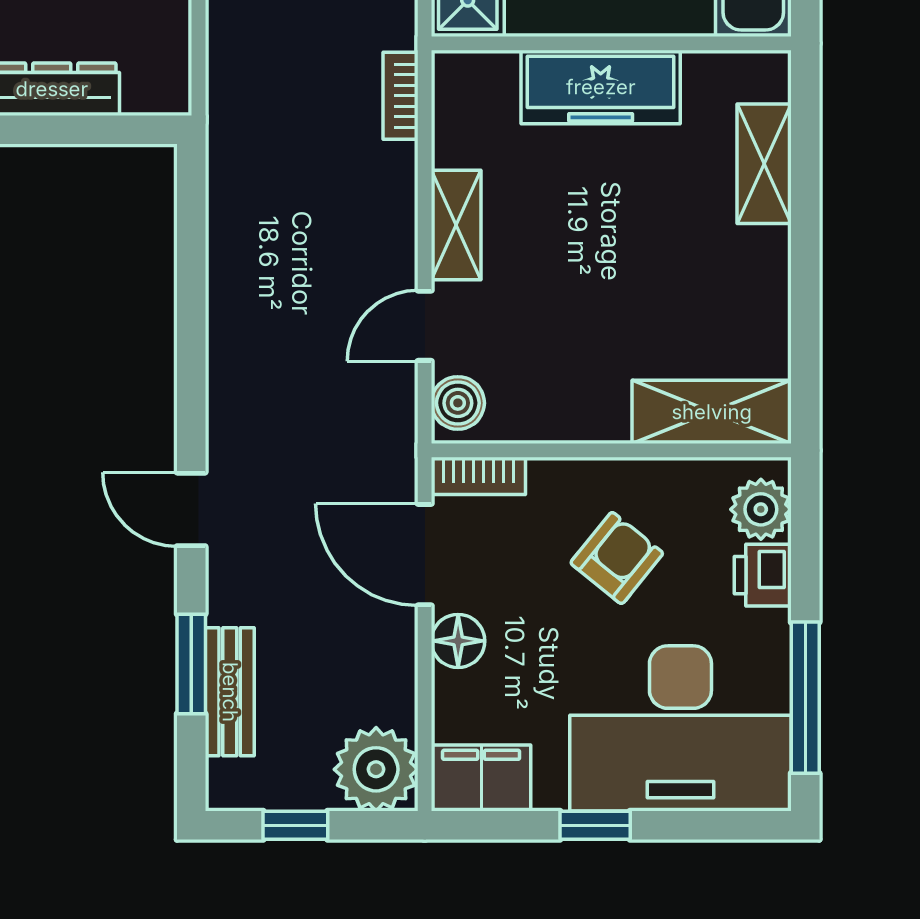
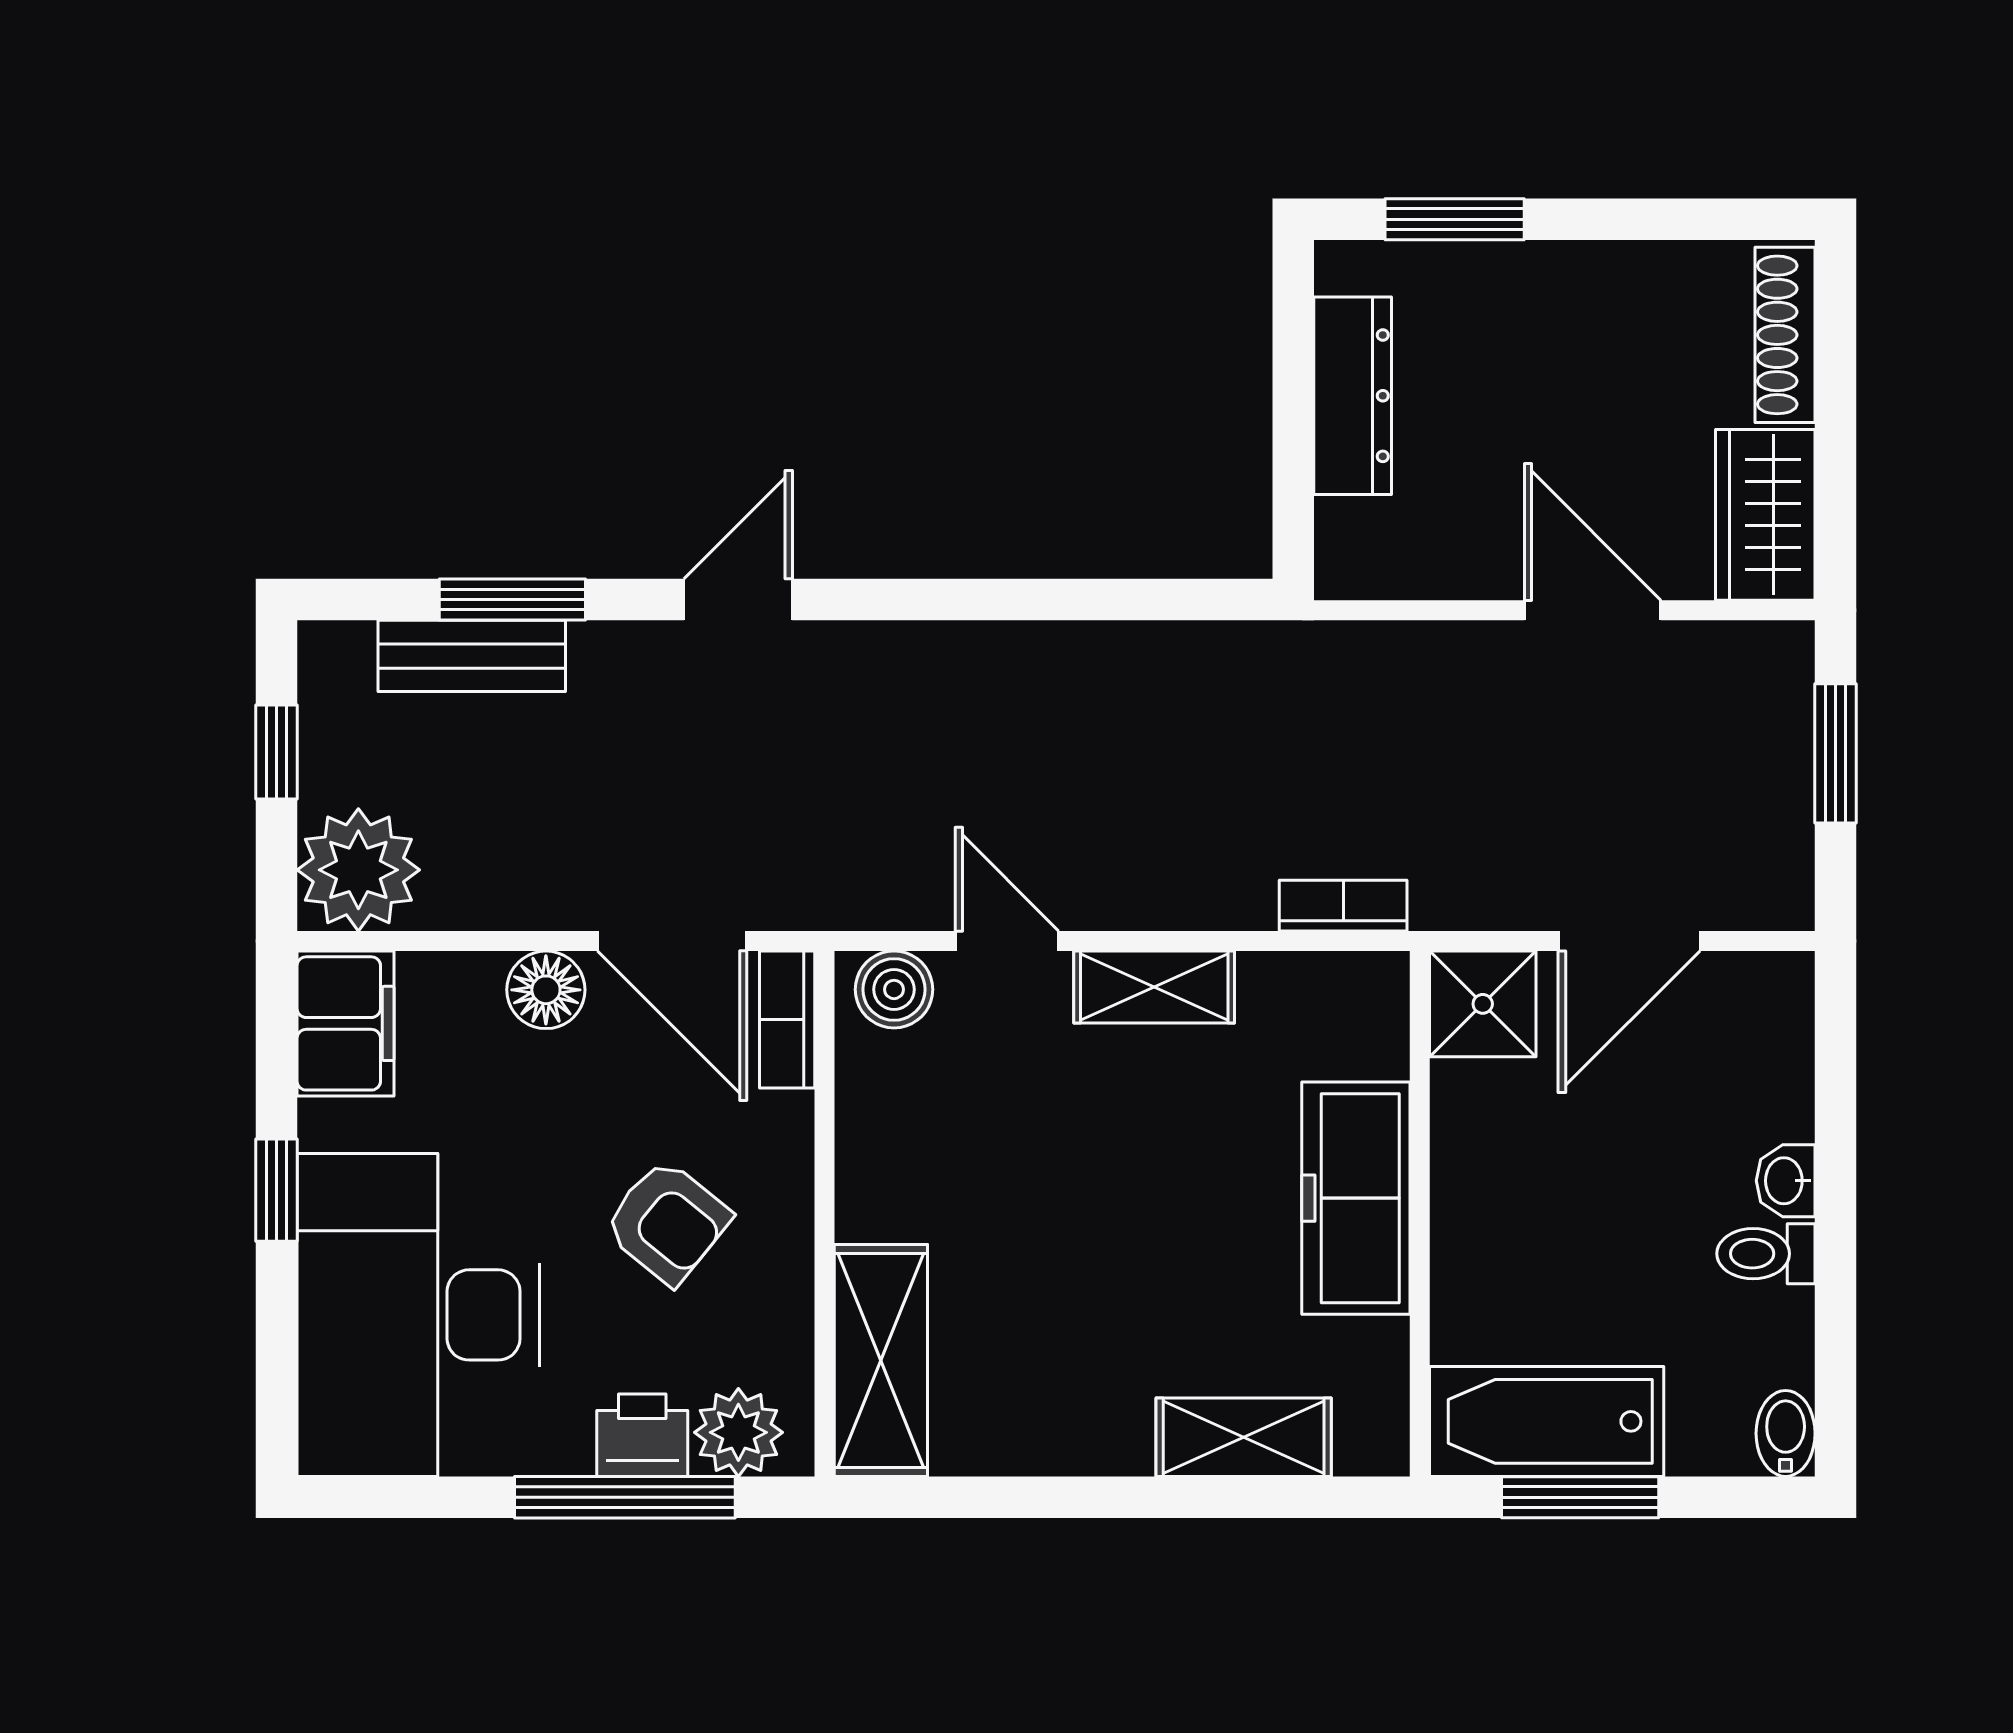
door: (425, 555) -> (672, 941), swing flipped
window: (805, 698) -> (625, 1497), moved

